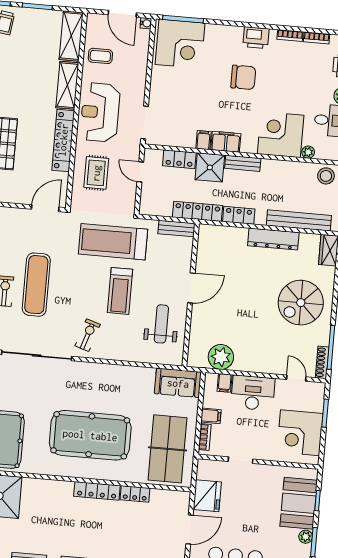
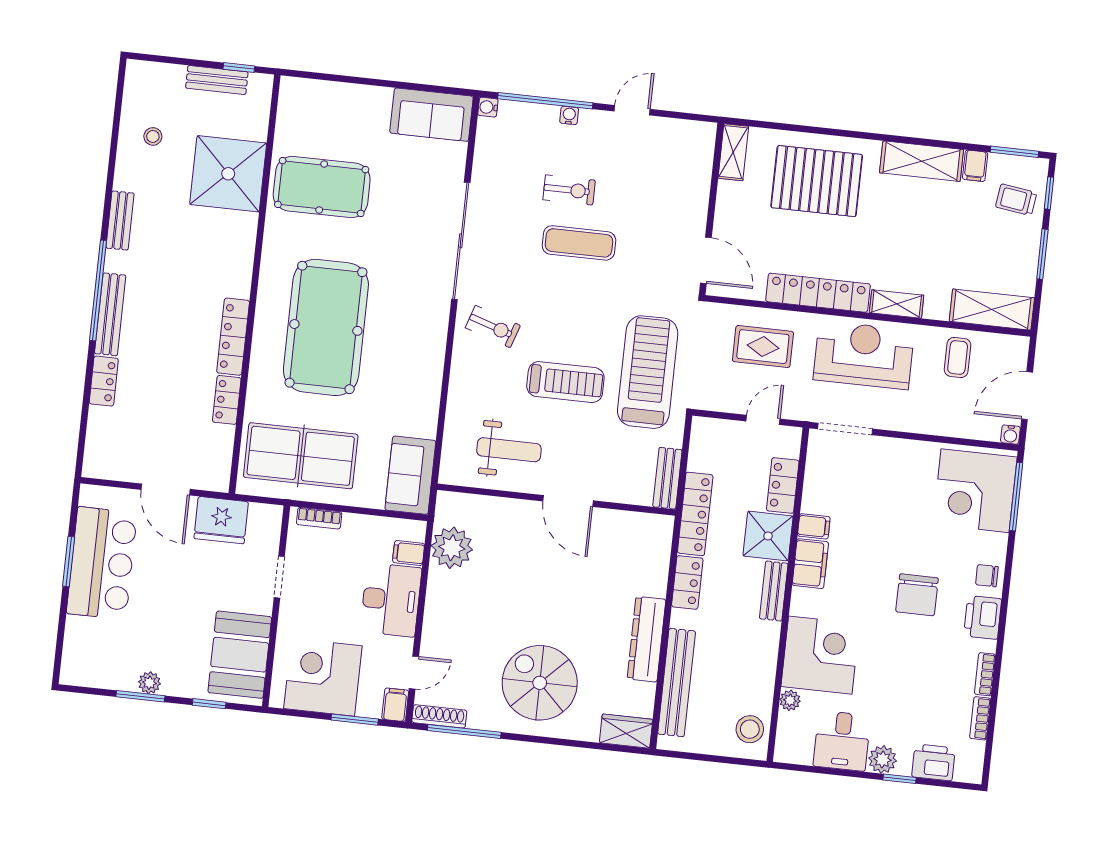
chair: (231, 36) -> (987, 576), added
shelving: (67, 85) -> (897, 304), width x0.67, depth x0.75
exercise mat: (36, 285) -> (579, 243), width x0.73, depth x0.69
treadmill: (120, 291) -> (565, 382), turned 180
filing cabinet: (211, 416) -> (395, 705), moved, turned 180
booth: (299, 503) -> (240, 655), moved, turned 90

